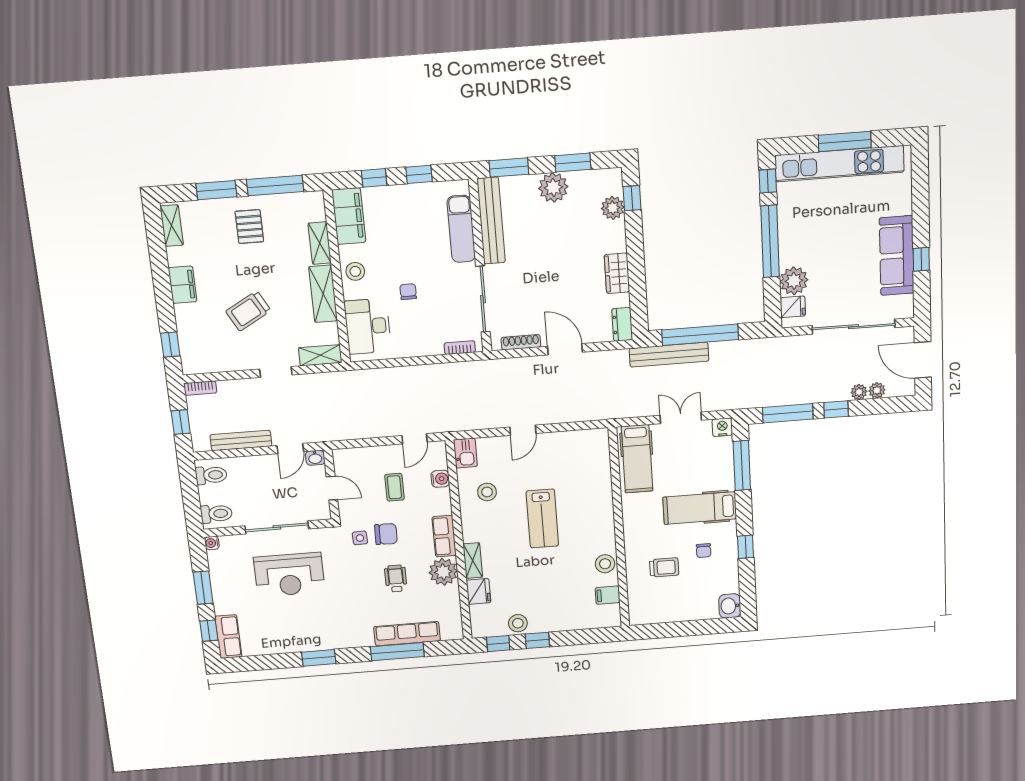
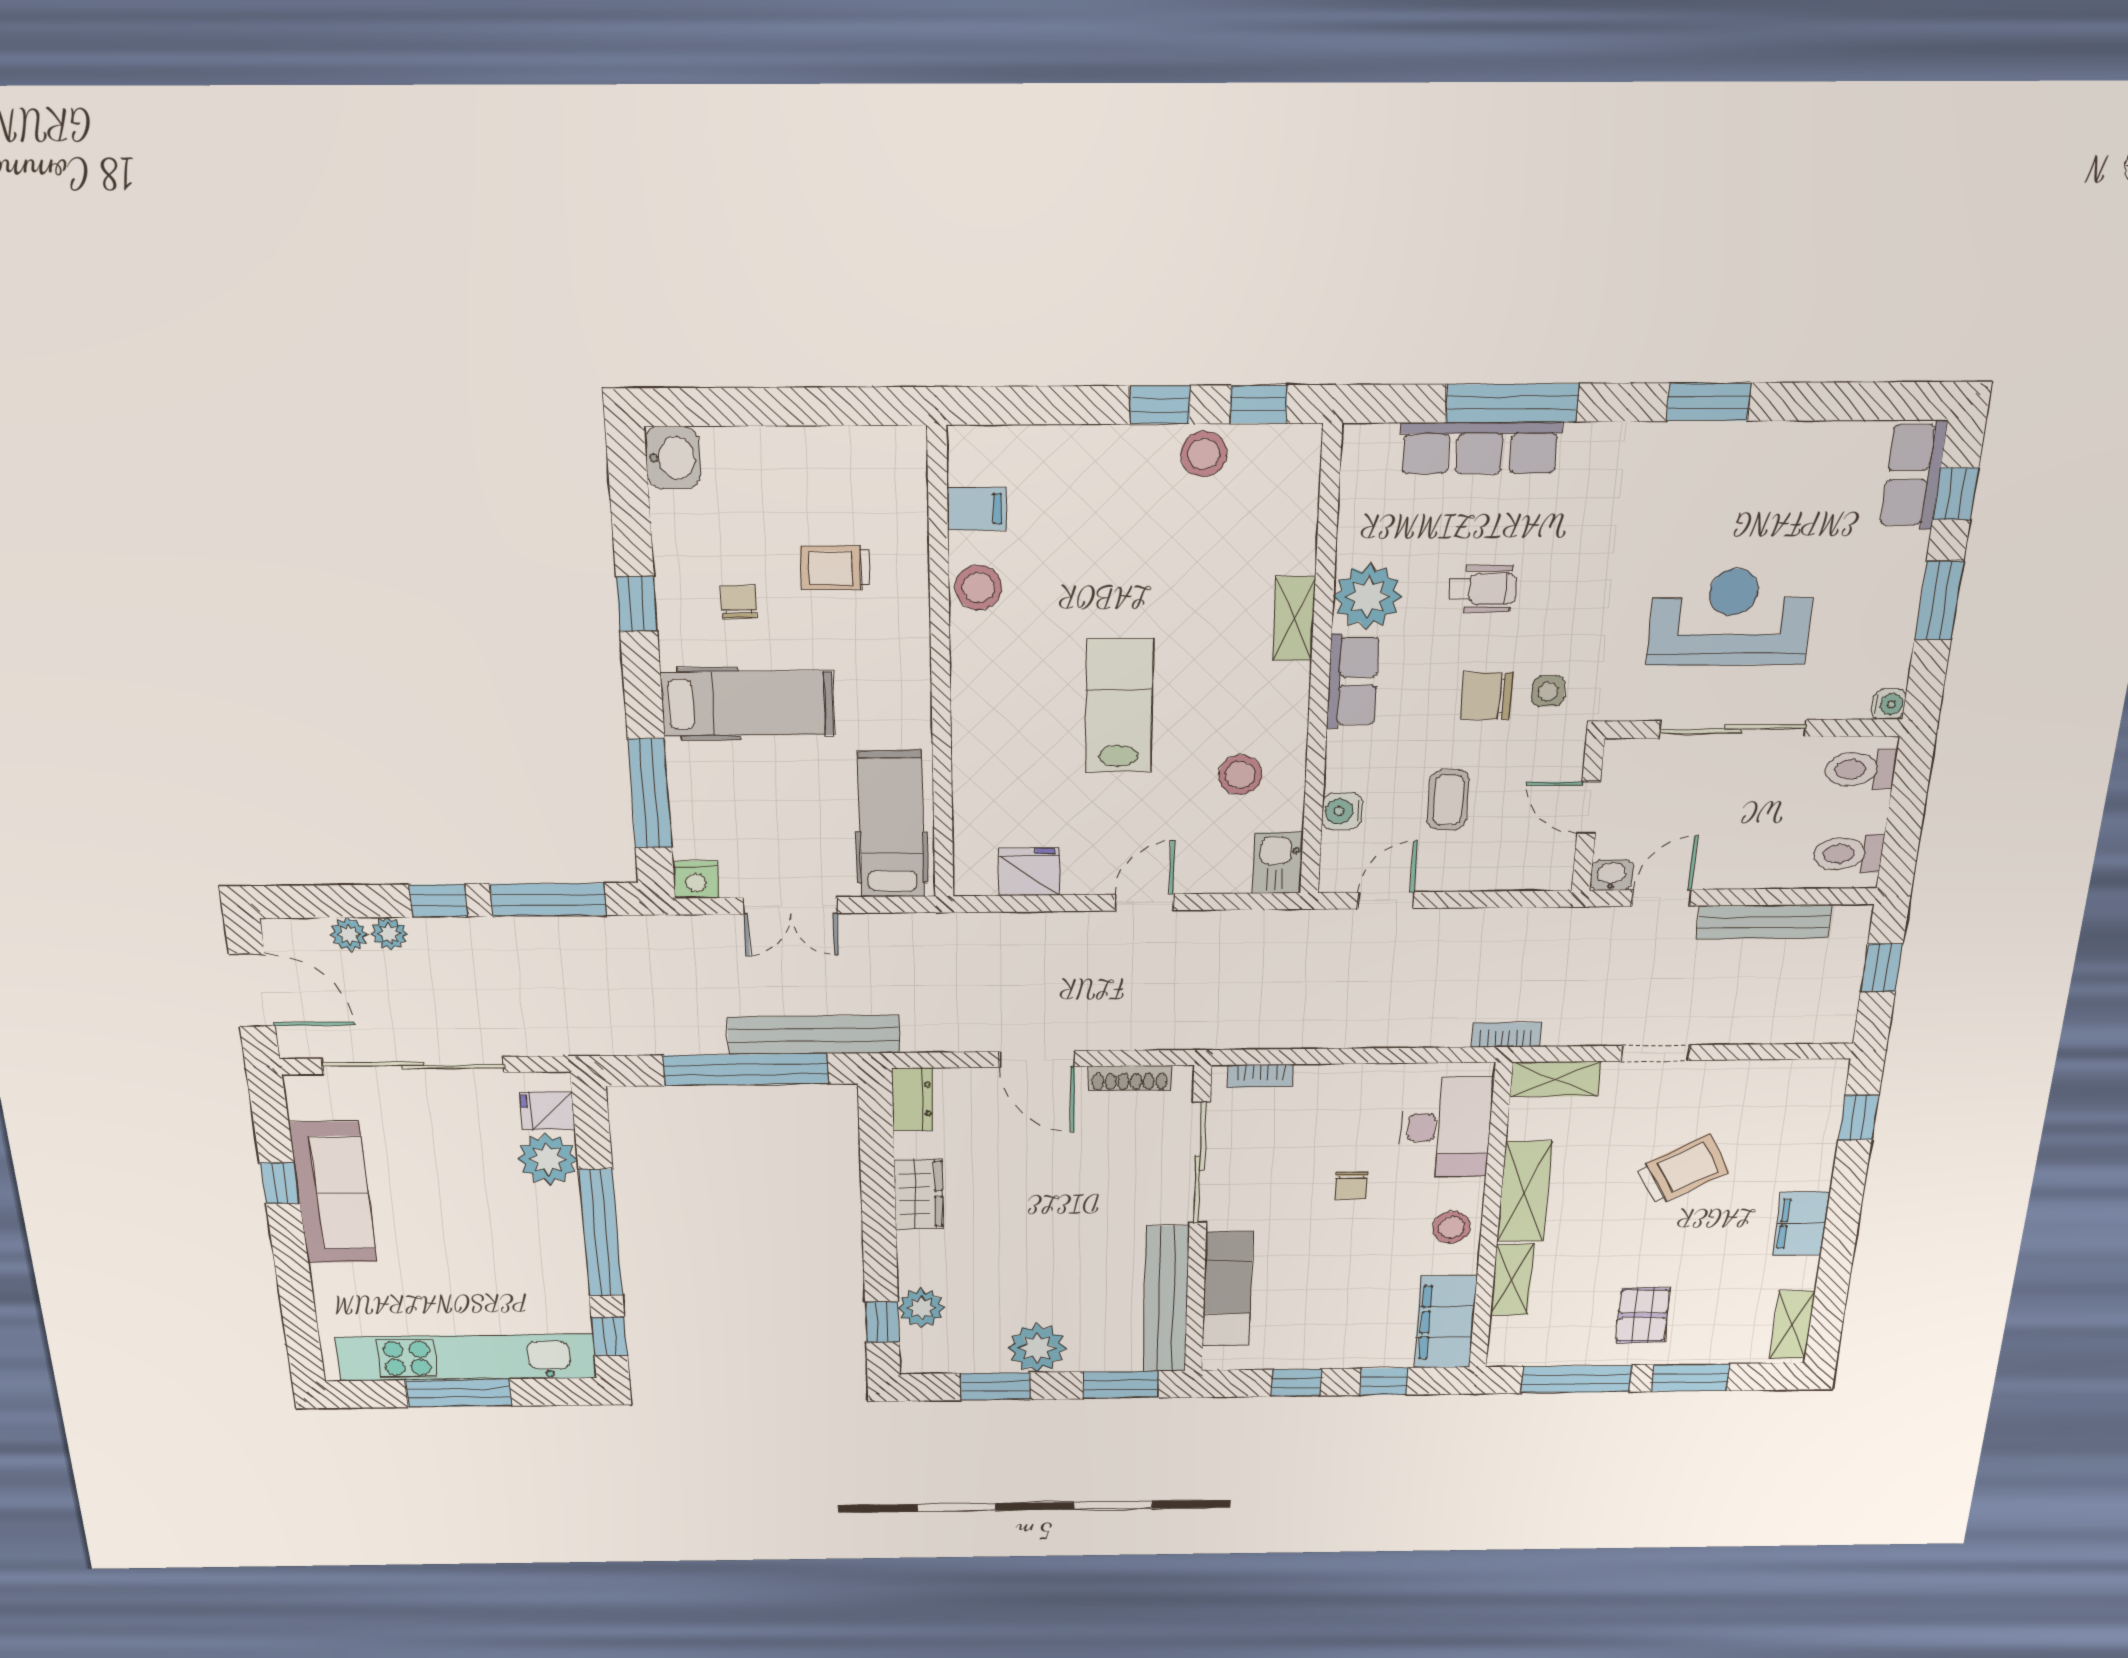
bookcase: (200, 388) -> (1506, 1035), moved
wheelchair: (396, 579) -> (1483, 589), turned -90
fridge: (479, 591) -> (1029, 872), moved, turned 90

